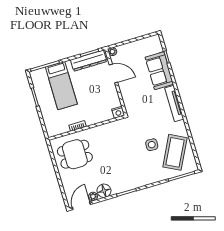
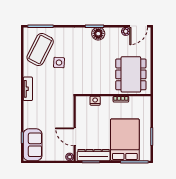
sofa: (159, 71) -> (33, 145), moved
bed: (61, 86) -> (125, 140), width x1.50
tv unit: (174, 104) -> (28, 89), width x0.71
nightstand: (118, 112) -> (95, 101), moved
dining table: (75, 154) -> (131, 74), width x1.38
floor lamp: (104, 191) -> (98, 34), moved

